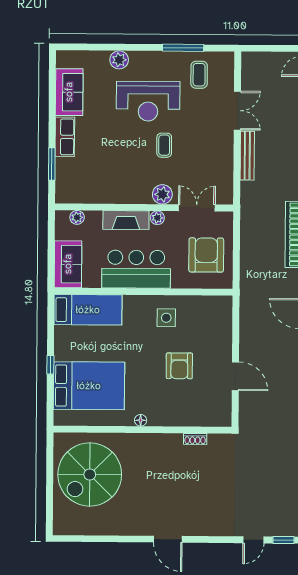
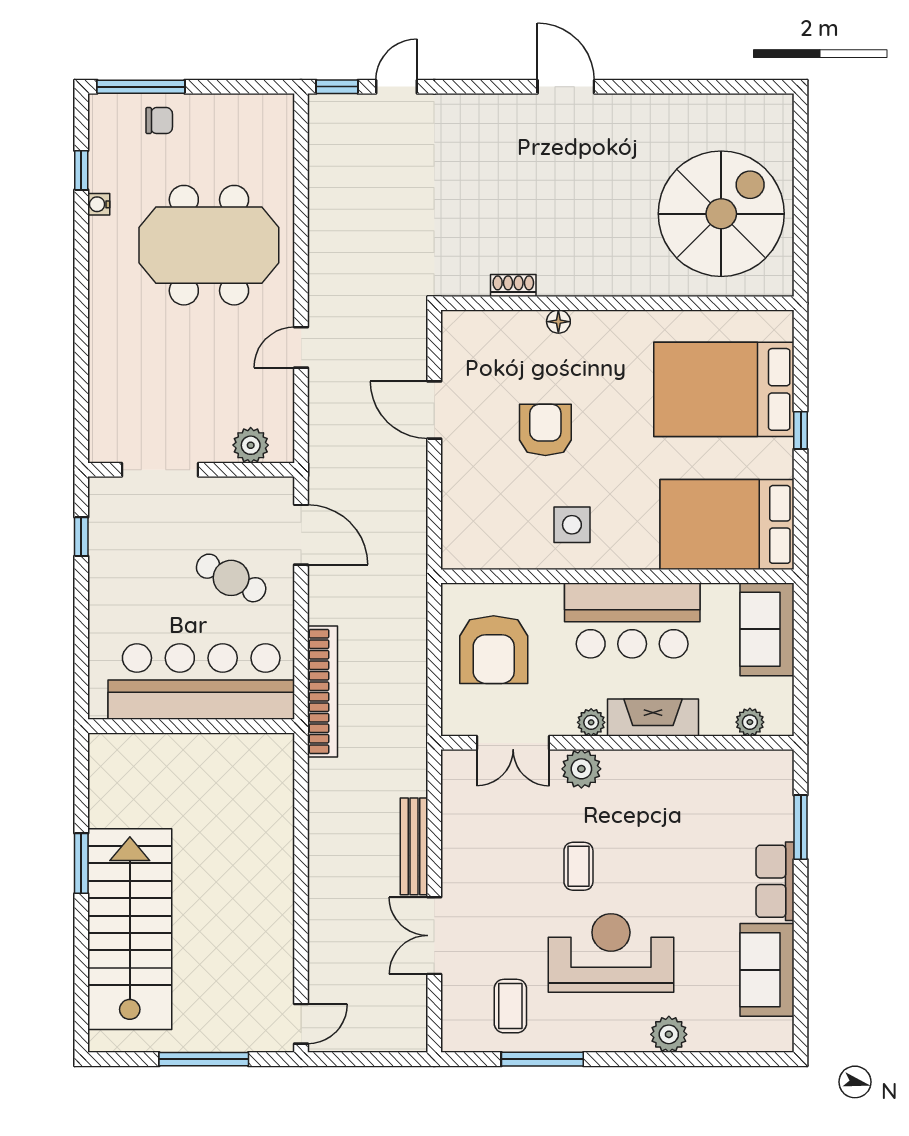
bed: (88, 310) -> (727, 524), width x1.50
floor lamp: (141, 420) -> (558, 322), moved

